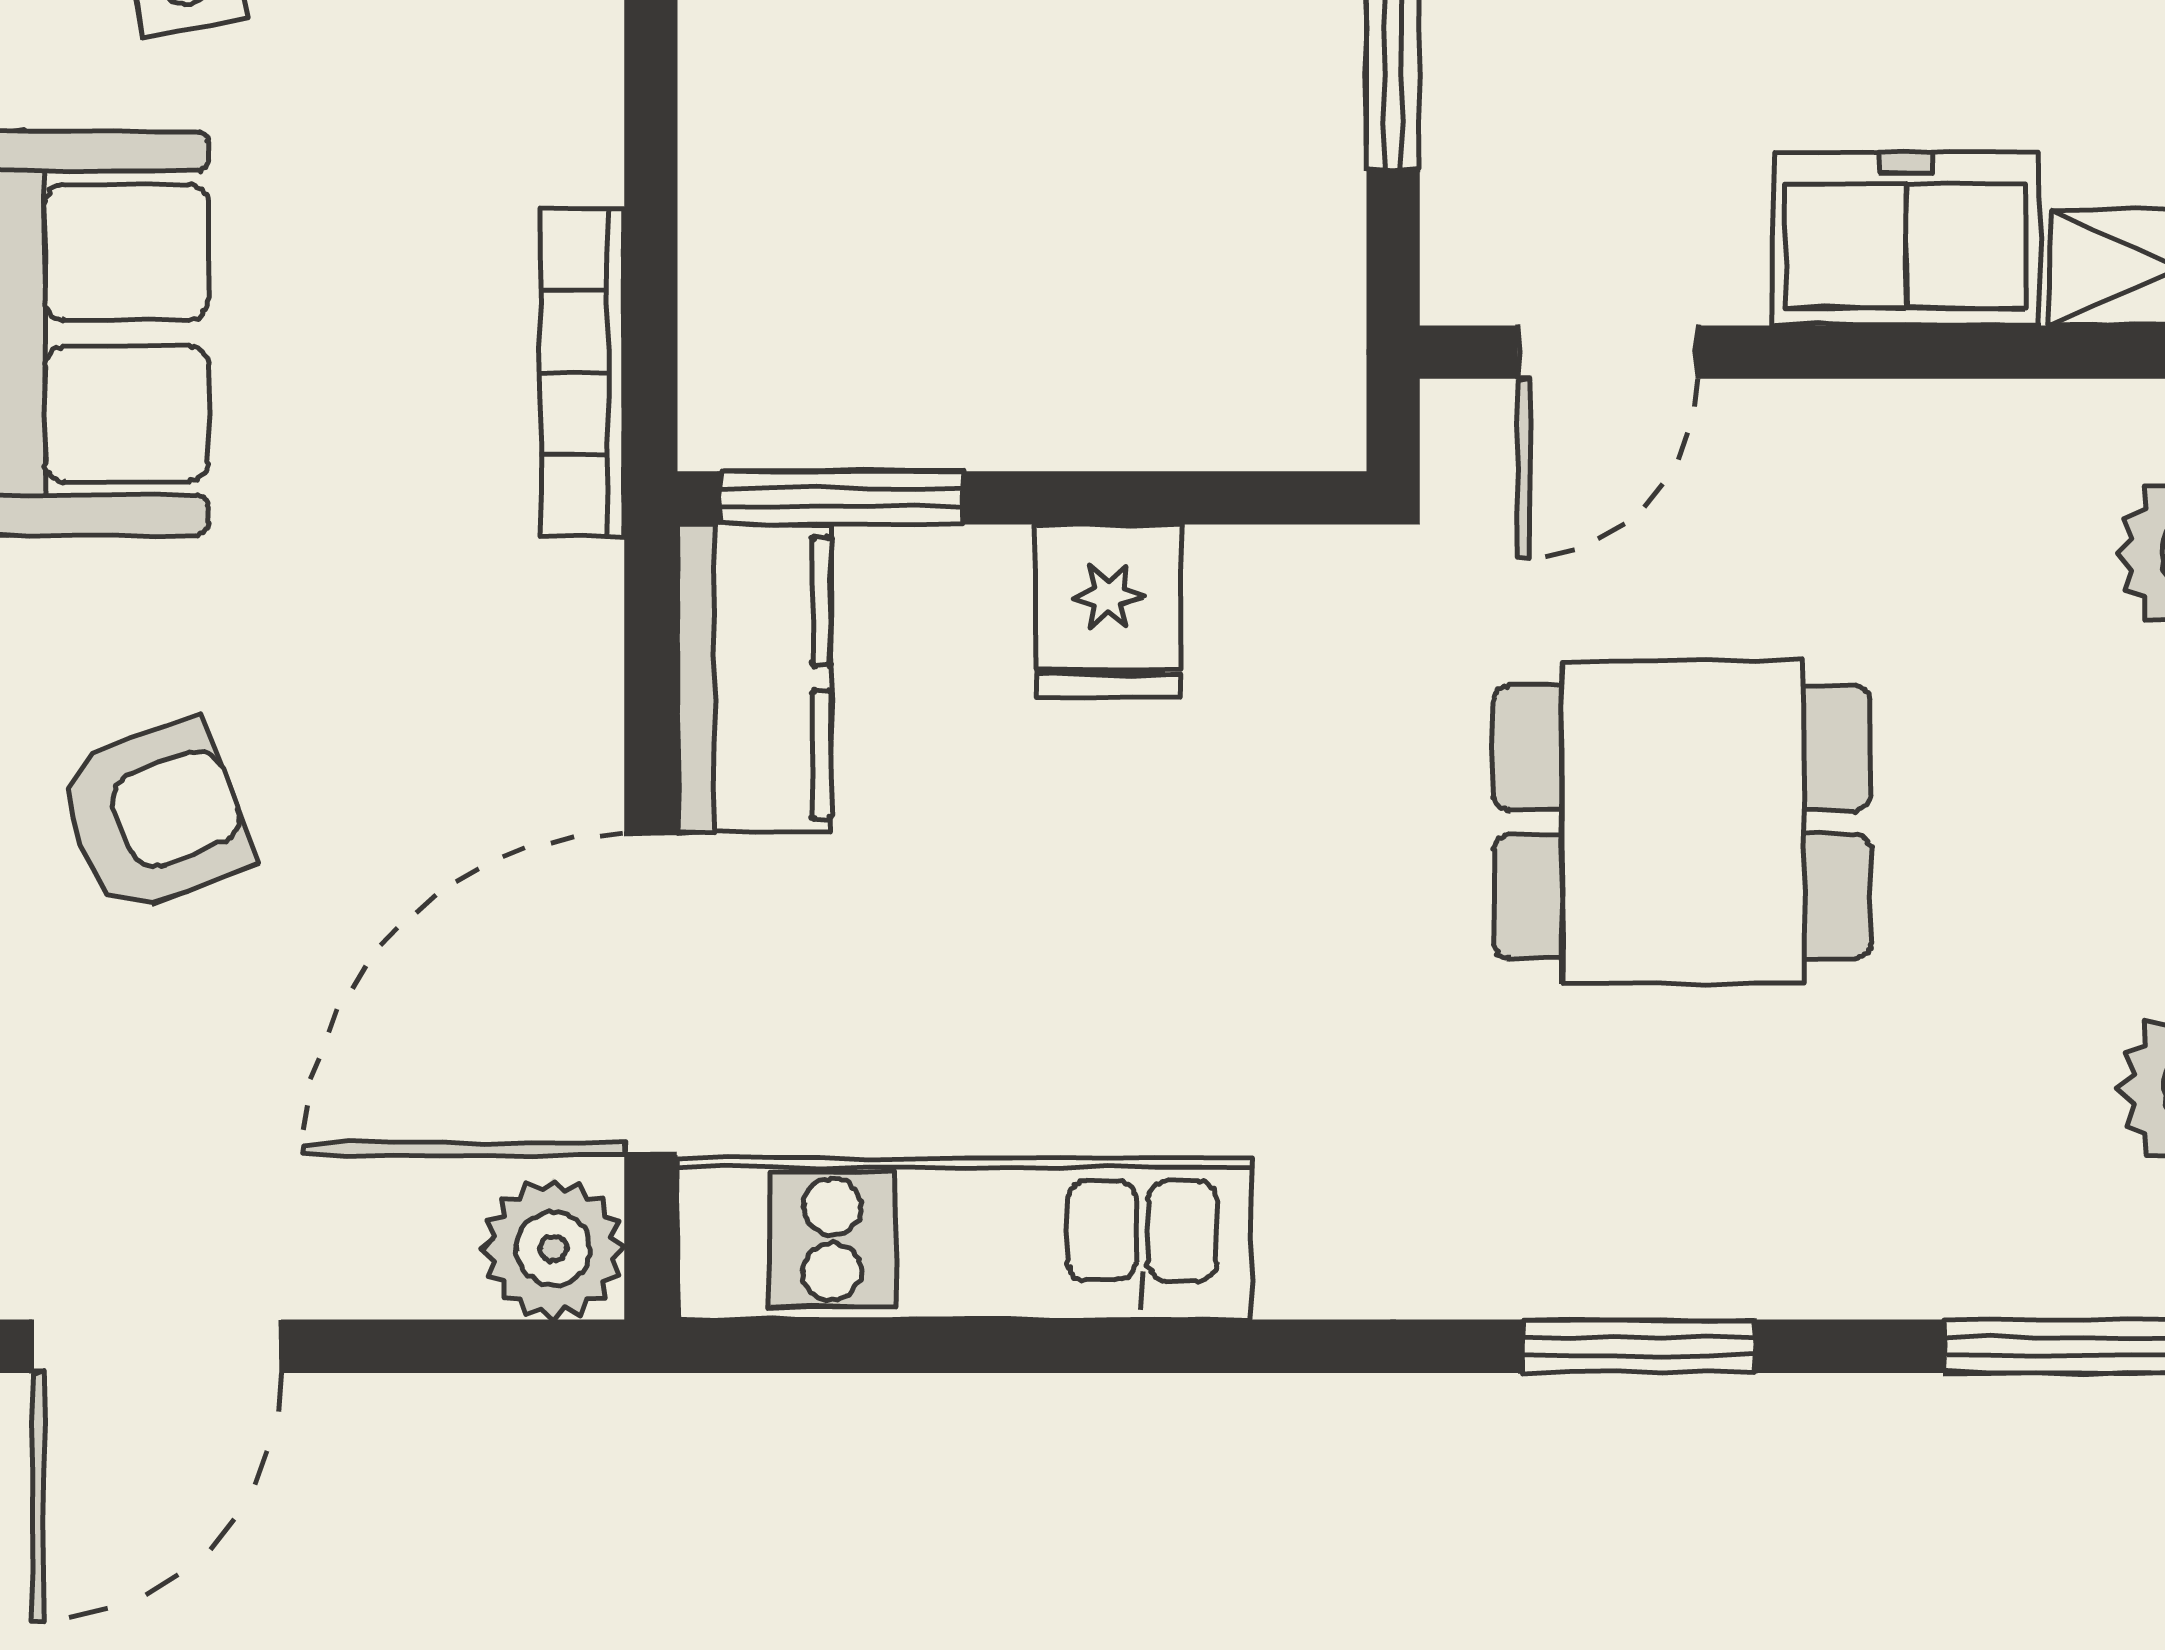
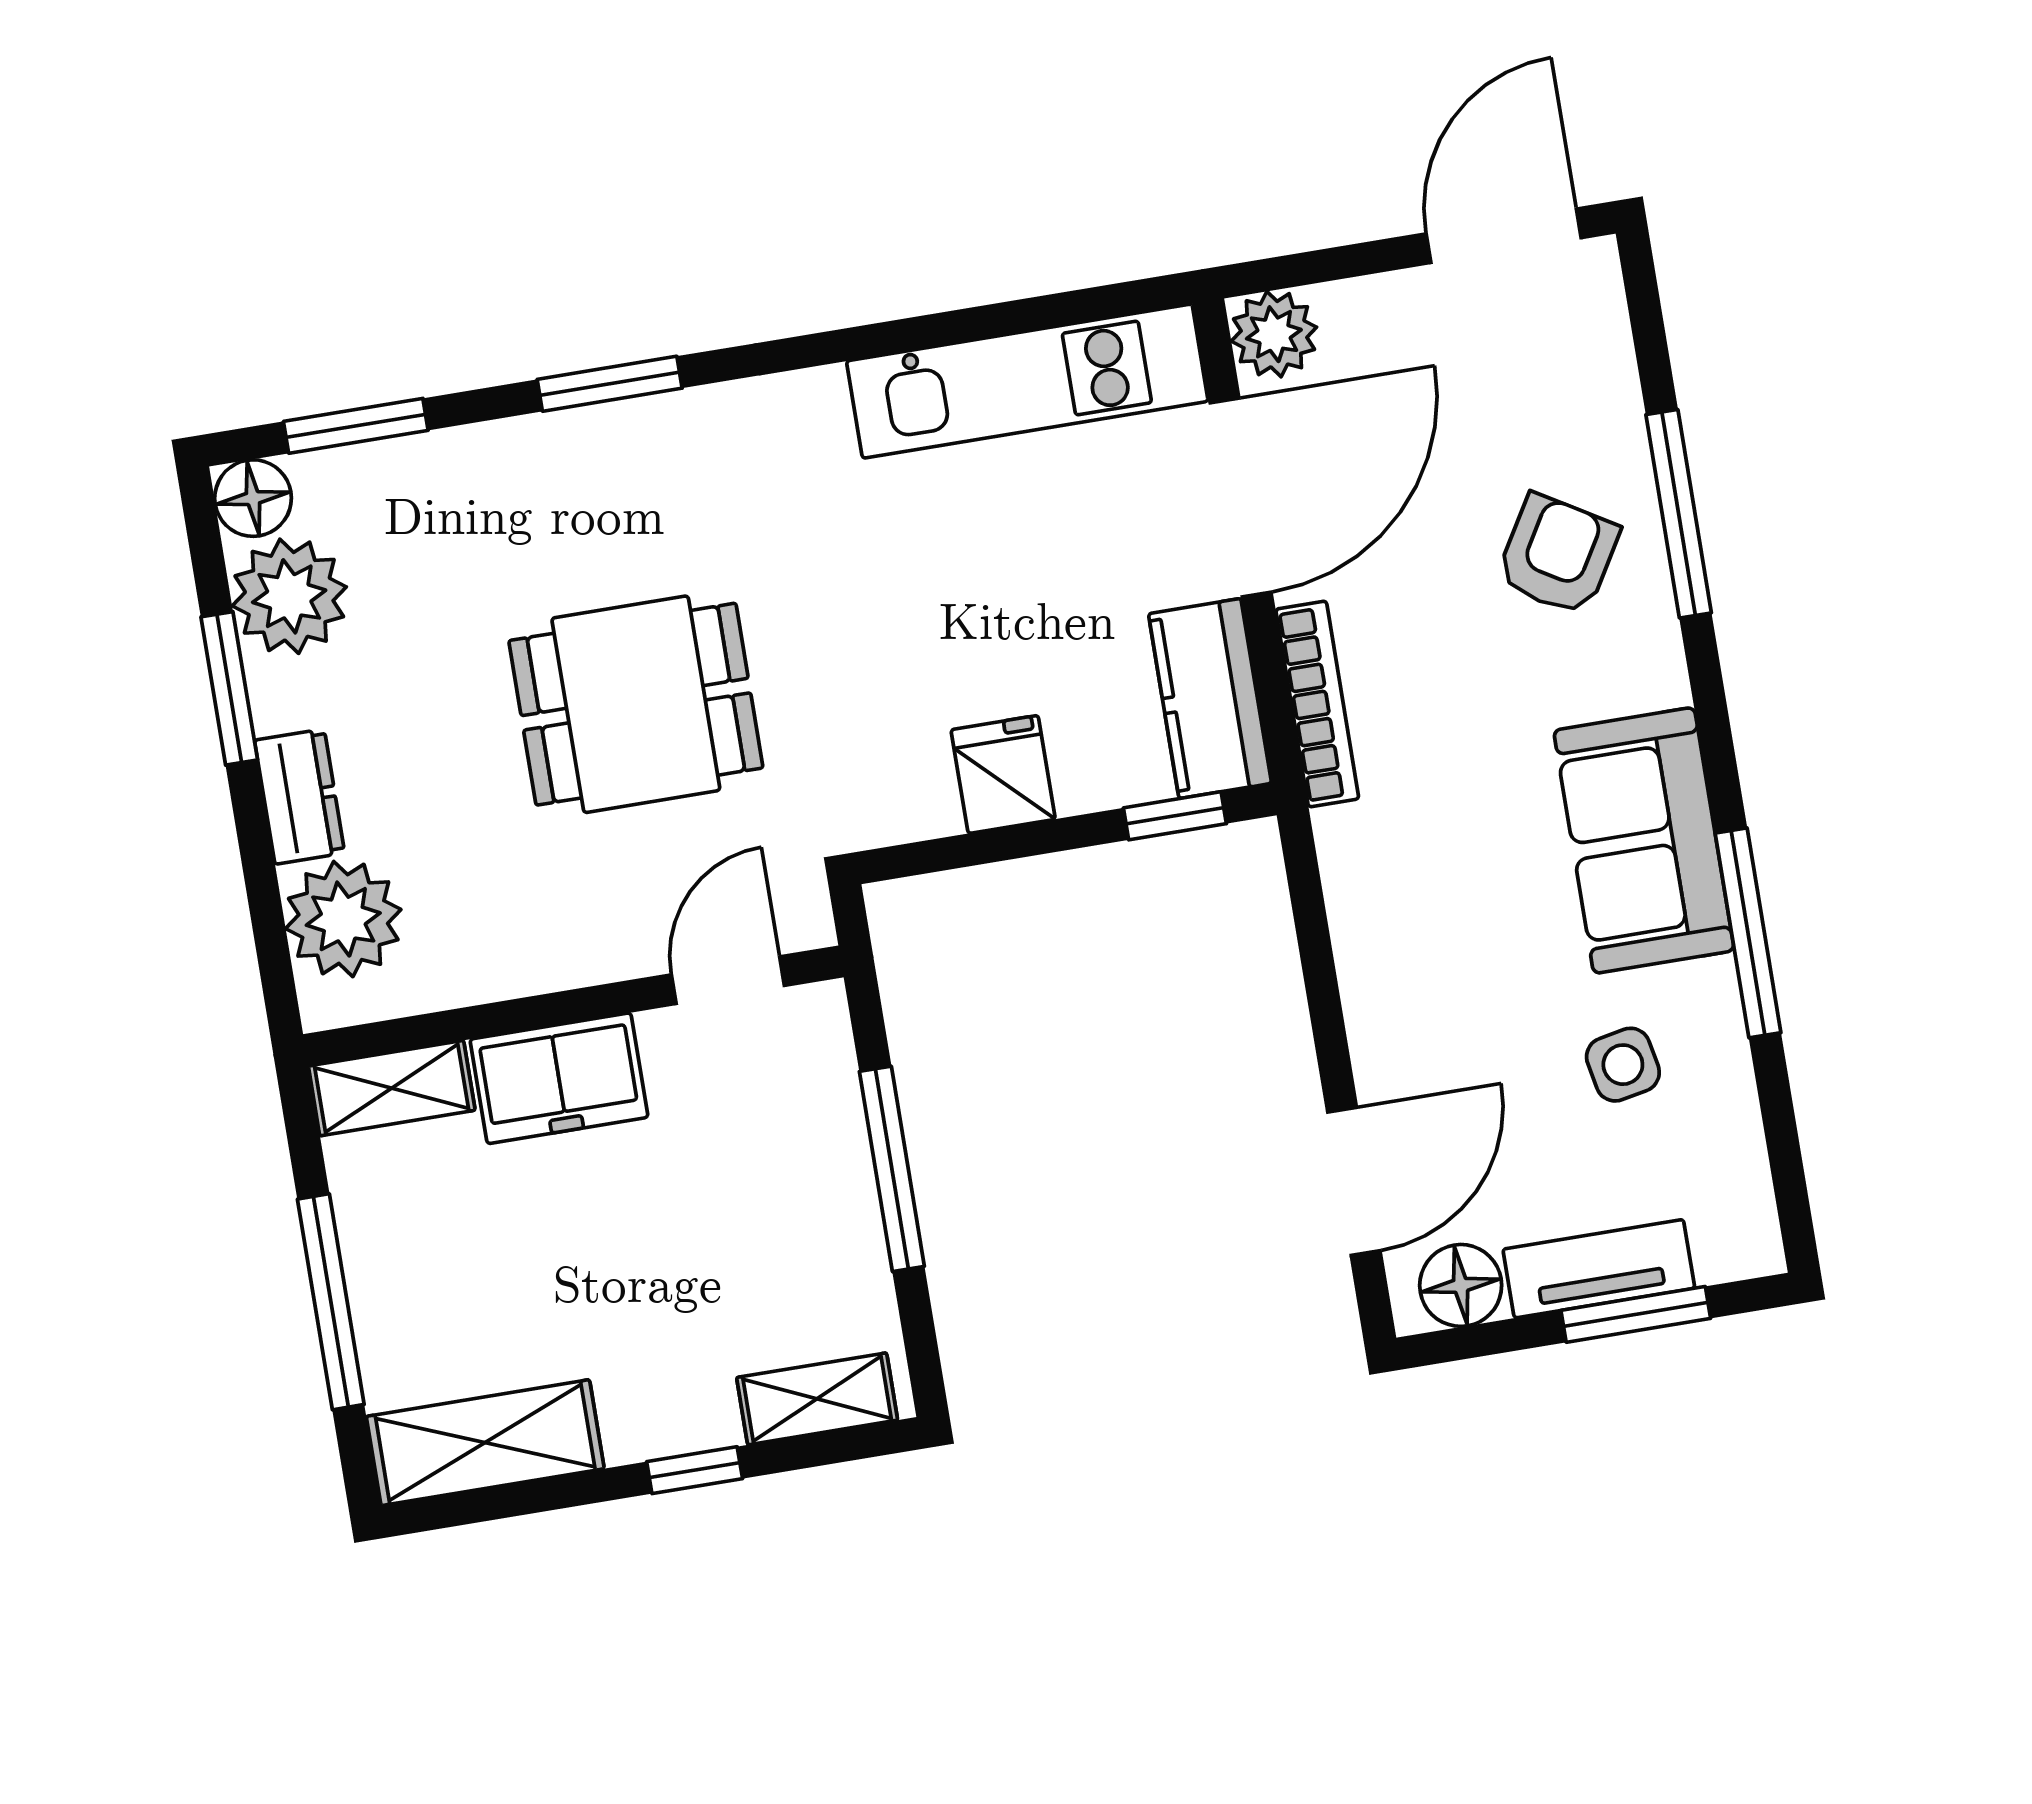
bookcase: (582, 373) -> (1317, 704), moved
window: (842, 498) -> (1175, 816), width x0.67
armchair: (155, 817) -> (1558, 555), turned 142

